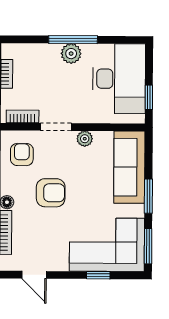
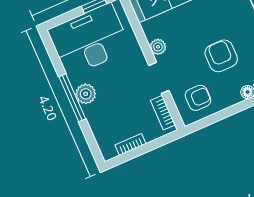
armchair: (22, 155) -> (198, 98), turned 180

